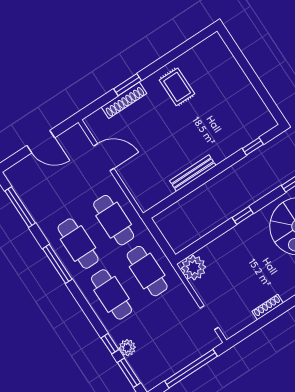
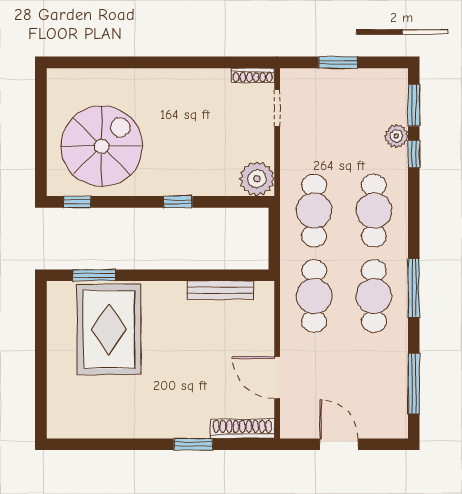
rug: (177, 87) -> (109, 329), moved, width x1.86, depth x2.06
shoe rack: (124, 100) -> (242, 429), moved
window: (253, 146) -> (94, 275), width x1.50
bench: (193, 173) -> (220, 290), moved
window: (243, 216) -> (178, 202), moved
shoe rack: (268, 307) -> (253, 75), moved
window: (191, 369) -> (338, 62), width x0.47

